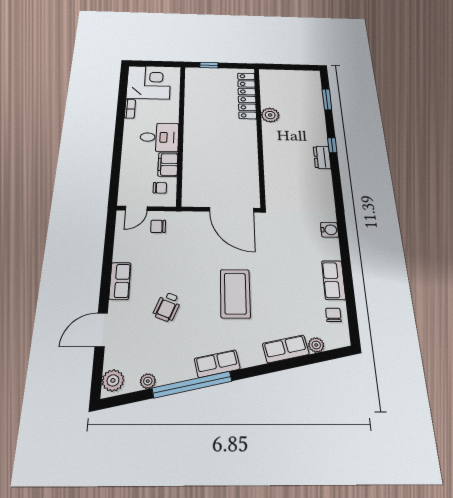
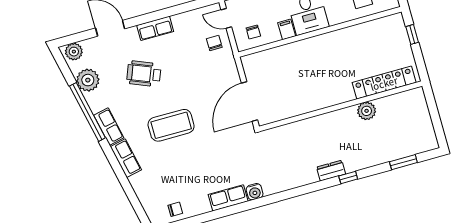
filing cabinet: (168, 165) -> (287, 29), width x0.50
row of seats: (334, 280) -> (228, 198), moved
wheelchair: (167, 307) -> (144, 74), width x1.36, depth x1.37
plant: (316, 345) -> (146, 200), removed
row of seats: (286, 349) -> (126, 158), moved
plant: (148, 381) -> (88, 80), width x1.88, depth x1.88

